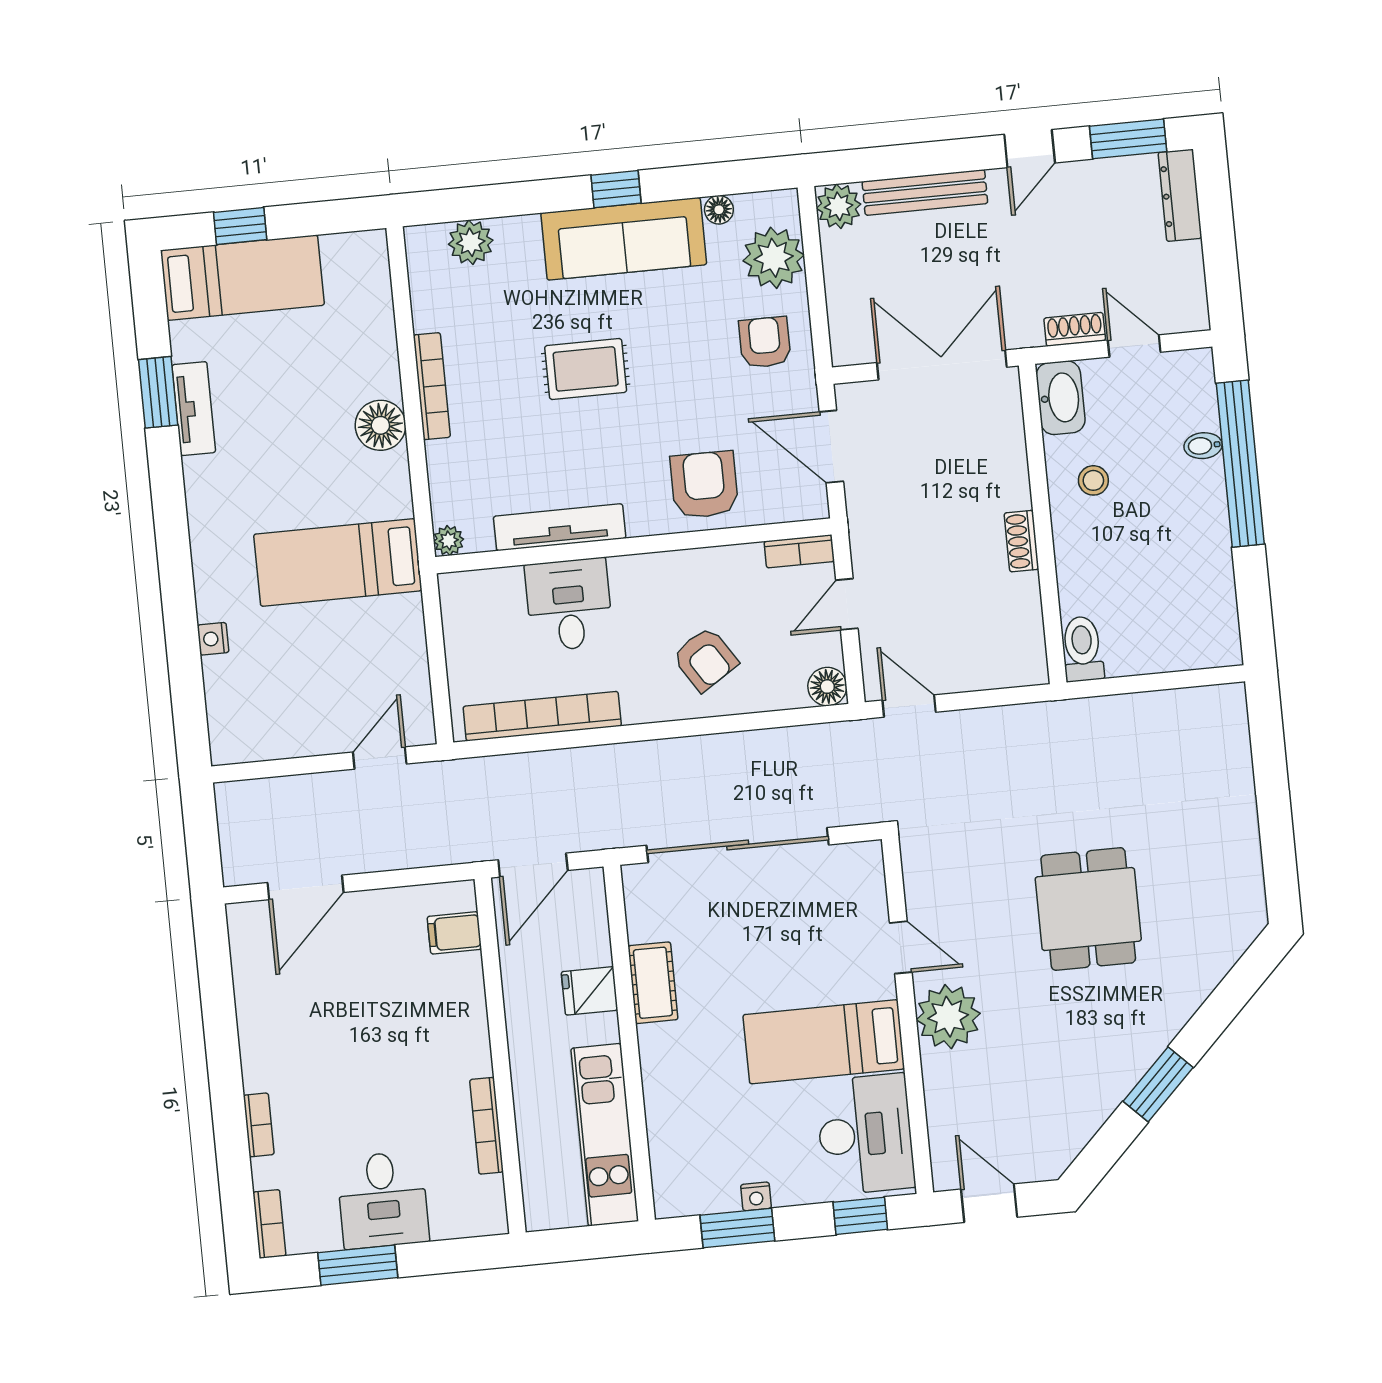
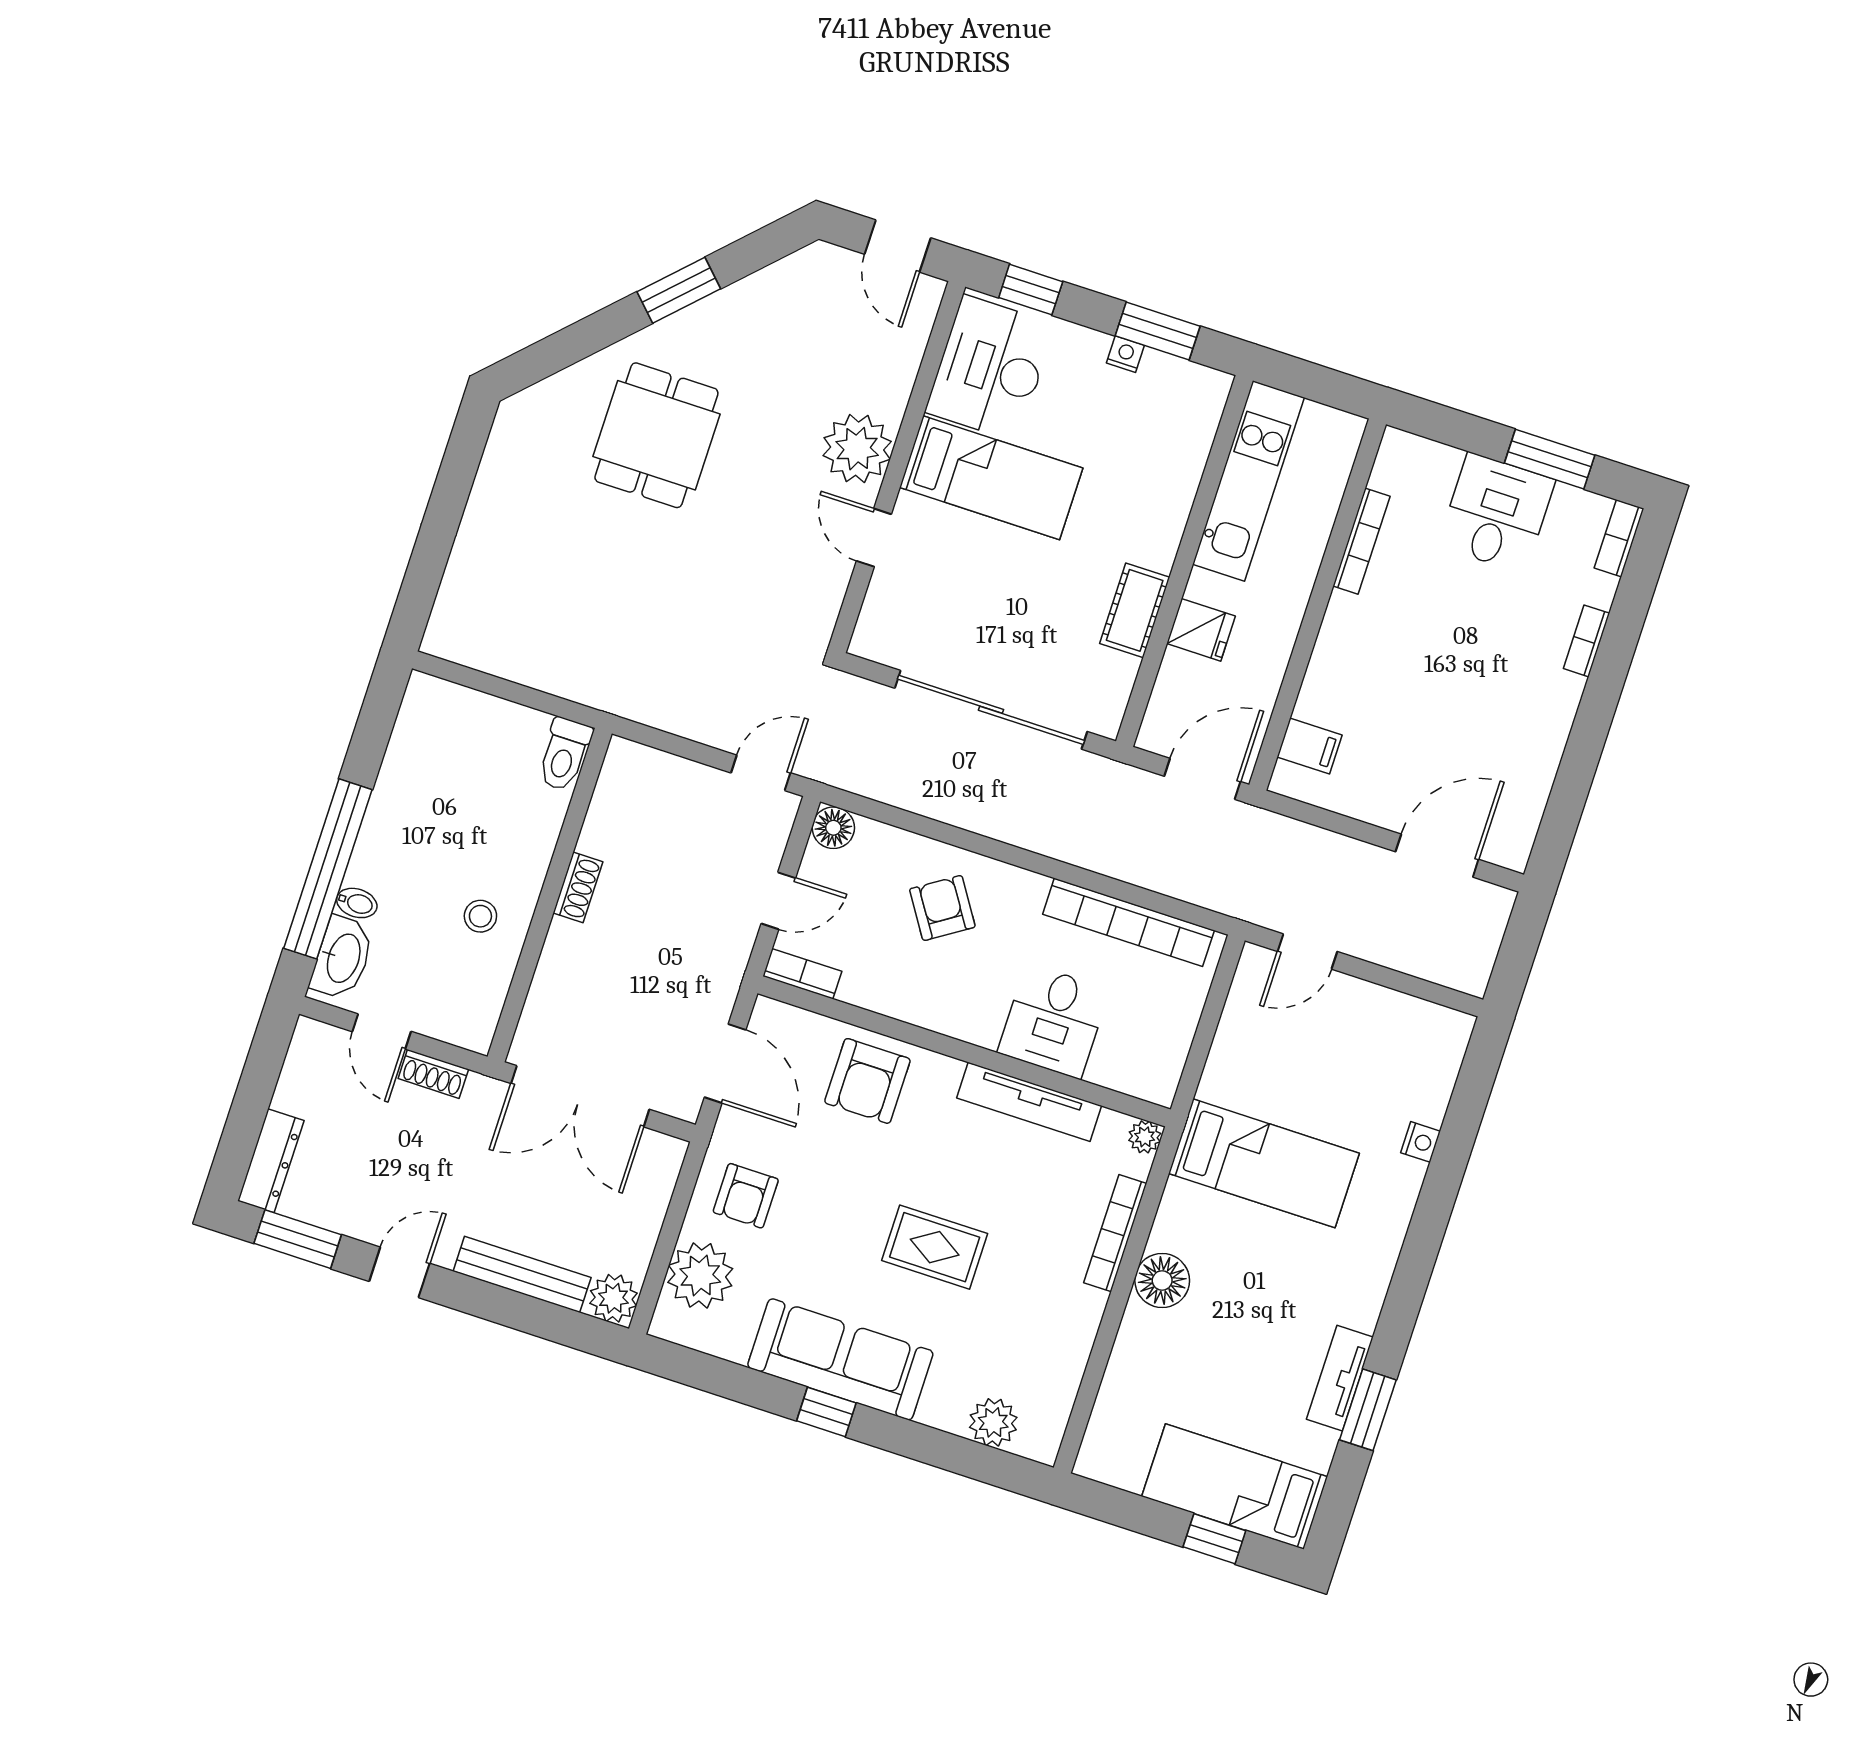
floor lamp: (719, 210) -> (733, 1347), removed
bookcase: (432, 386) -> (1115, 1233), moved
washbasin: (1061, 398) -> (342, 958), moved, turned 180
door: (909, 706) -> (761, 773), swing flipped
dining table: (1088, 909) -> (656, 435), moved

